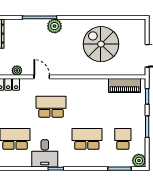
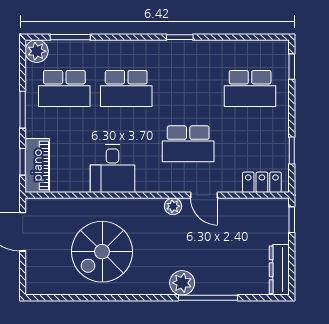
spiral stairs: (101, 44) -> (102, 252), turned 90
plant: (17, 70) -> (173, 206), moved
piano: (124, 85) -> (37, 165), moved, turned 90
school desk: (123, 139) -> (64, 88), width x1.85
desk: (45, 153) -> (112, 169), moved, turned 180

